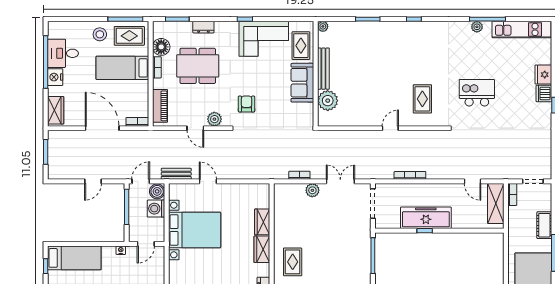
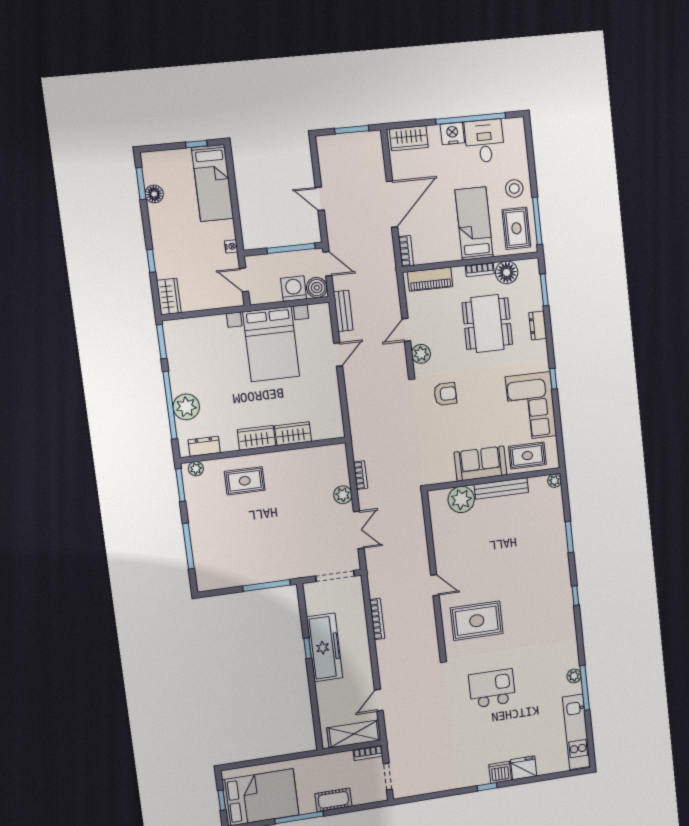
kitchen island: (477, 93) -> (492, 688), turned -90
rug: (422, 99) -> (477, 621), width x1.36, depth x1.43

